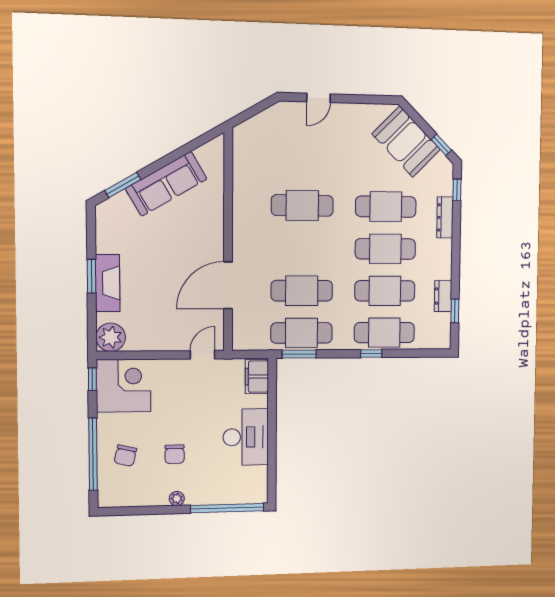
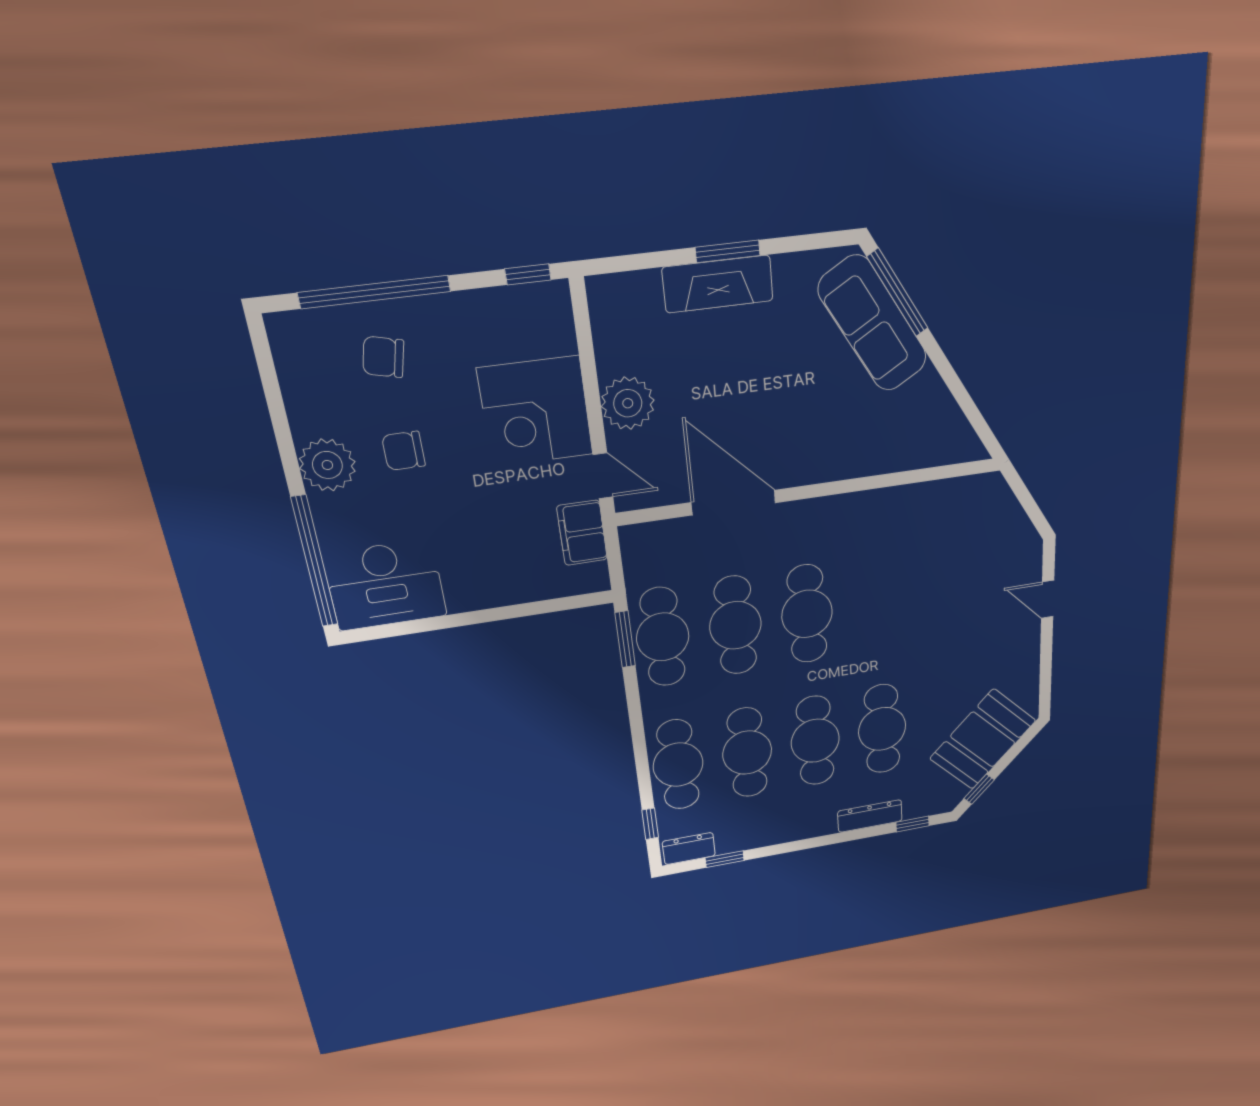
sofa: (166, 184) -> (873, 324), moved
window: (123, 185) -> (898, 293), width x1.44
cafe table: (302, 205) -> (807, 614), moved
dresser: (443, 296) -> (689, 849), moved
plant: (111, 337) -> (628, 403), moved
window: (371, 354) -> (650, 824), moved
filing cabinet: (257, 377) -> (582, 533), moved, turned -90
corner desk: (124, 386) -> (536, 412), moved, turned 90
desk: (246, 437) -> (385, 585), moved
plant: (177, 499) -> (327, 465), width x1.87, depth x1.87

